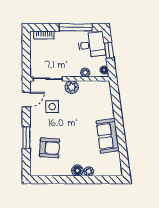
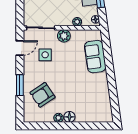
sofa: (108, 136) -> (95, 57), moved
armchair: (50, 148) -> (43, 95), turned 142
plant: (89, 172) -> (58, 118), moved

